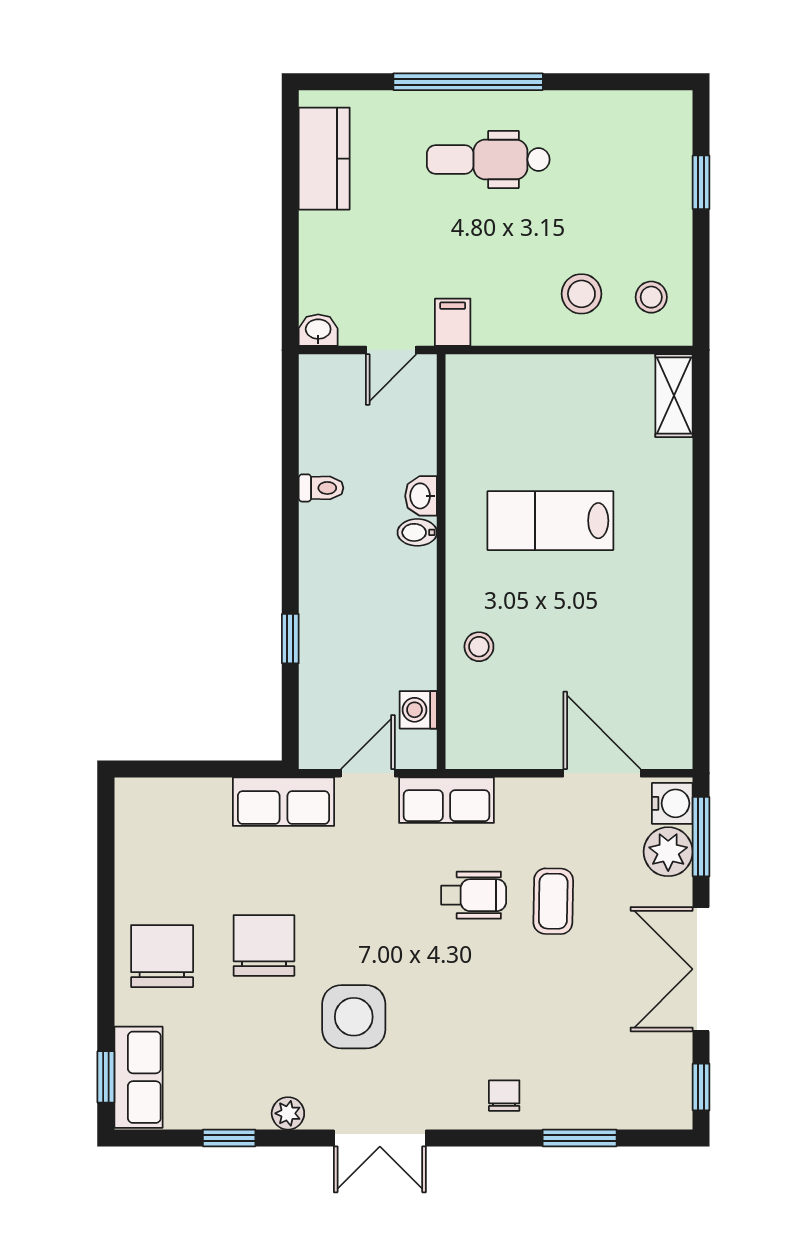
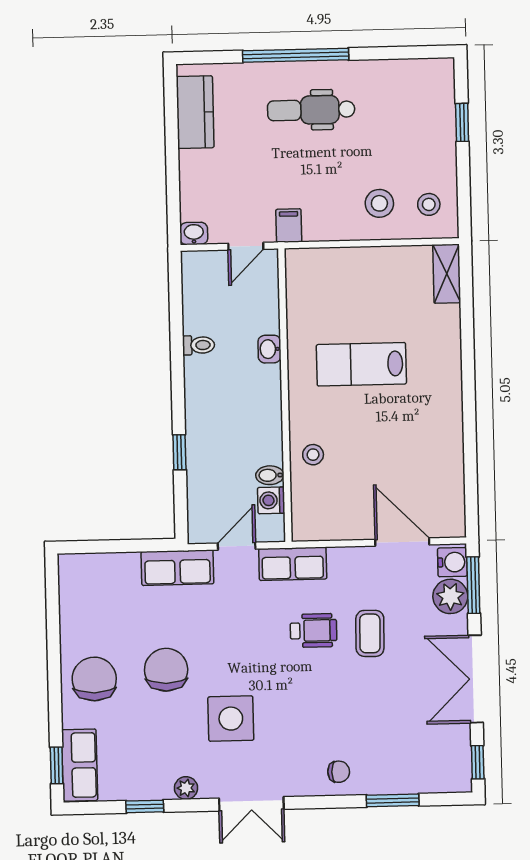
bidet: (417, 532) -> (270, 475), moved
chair: (504, 1096) -> (339, 772), turned 90

